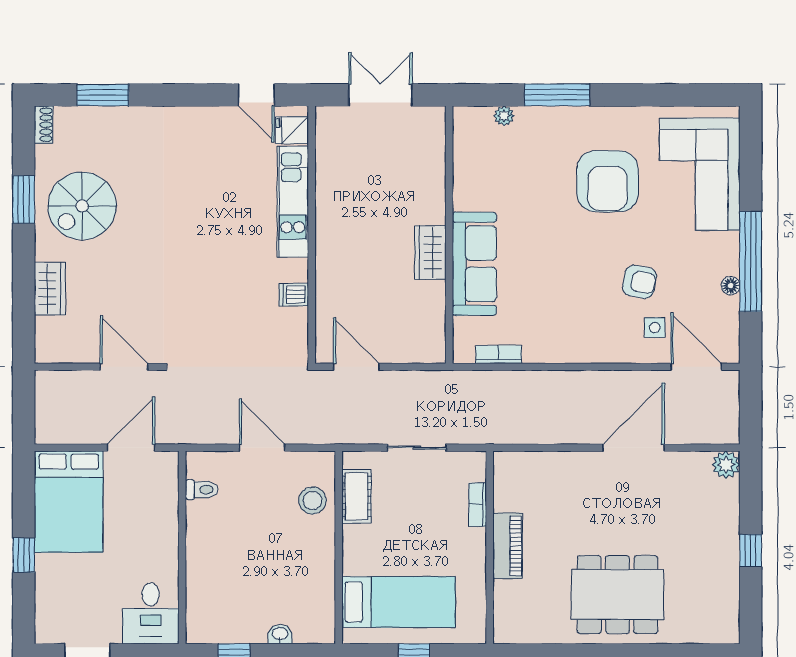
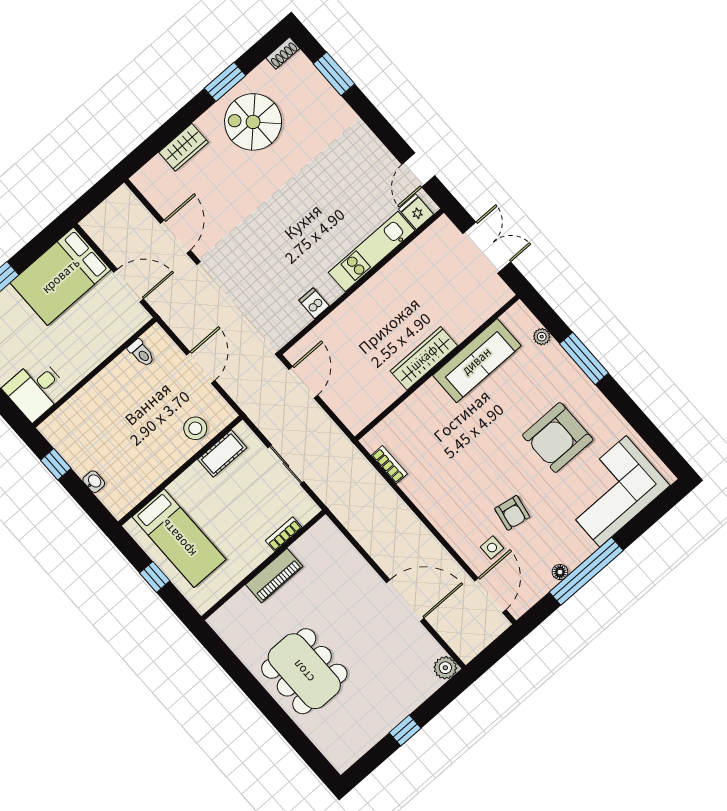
wardrobe: (430, 253) -> (424, 358), width x1.50
sofa: (474, 264) -> (477, 361), moved

